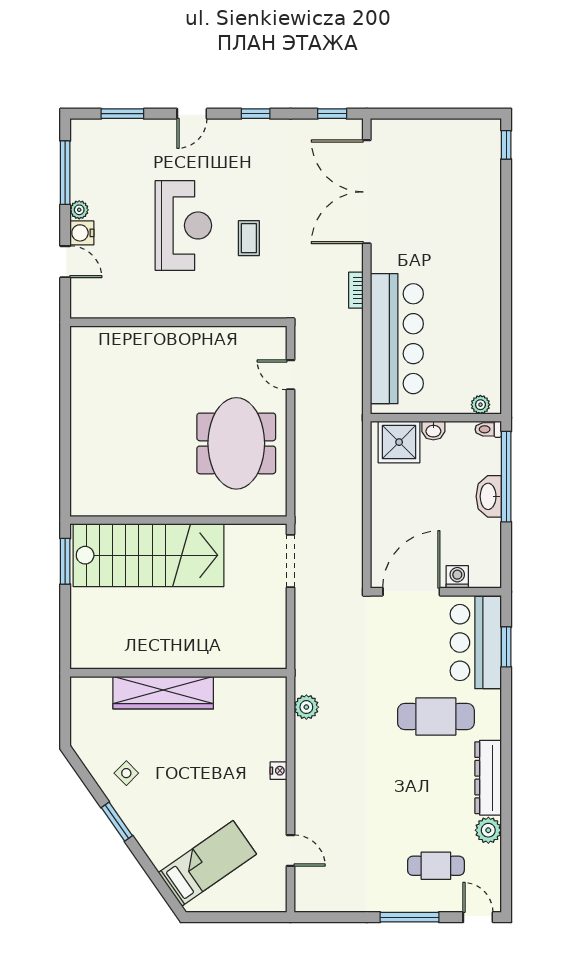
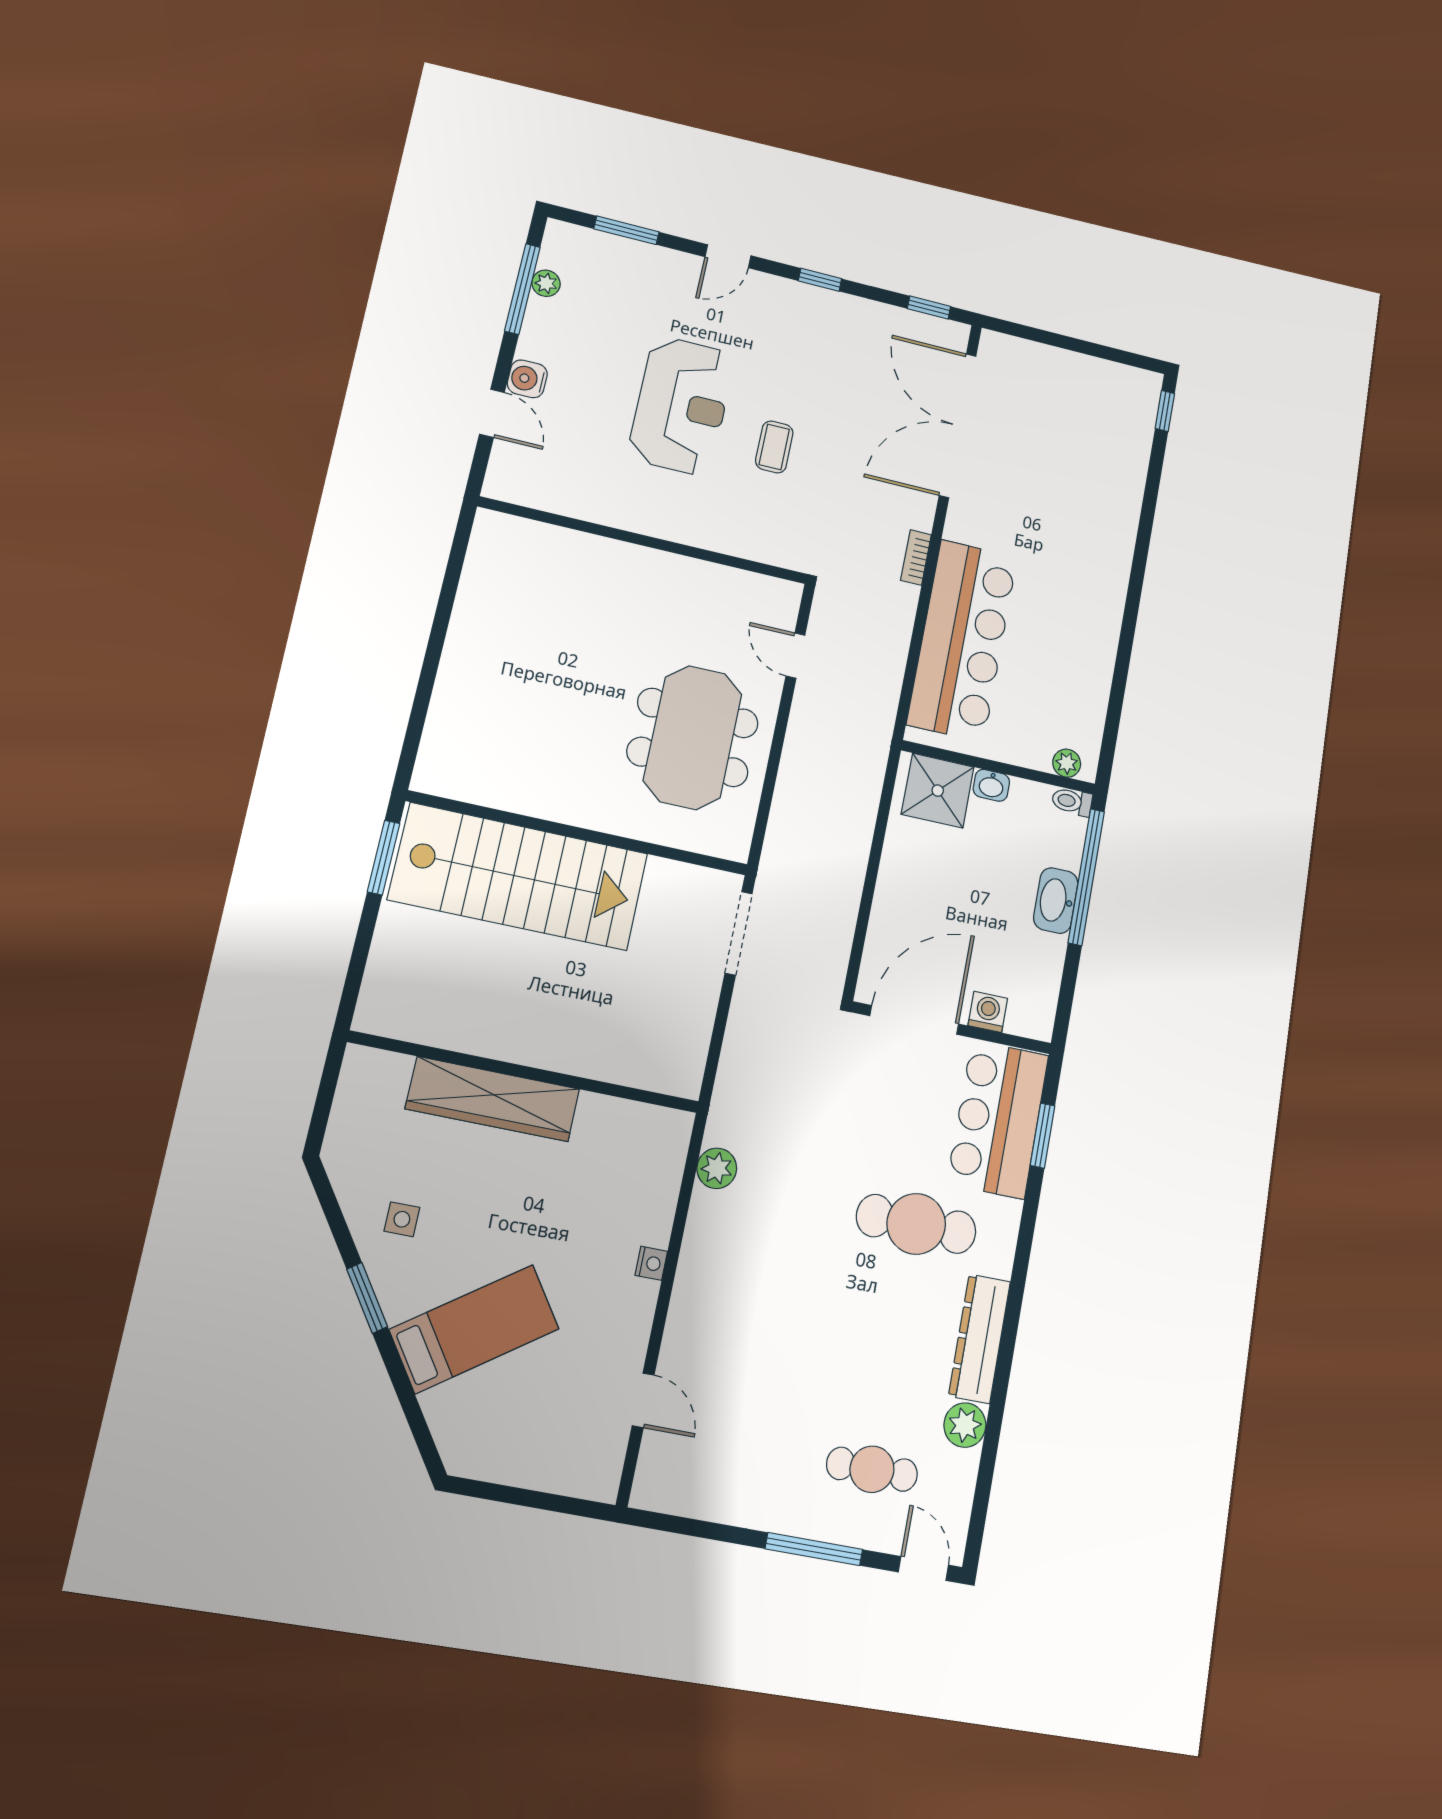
plant: (79, 210) -> (546, 283), moved
side table: (126, 773) -> (402, 1219), turned 45
bed: (207, 863) -> (474, 1329), moved

